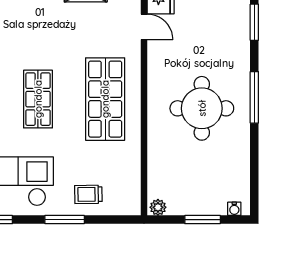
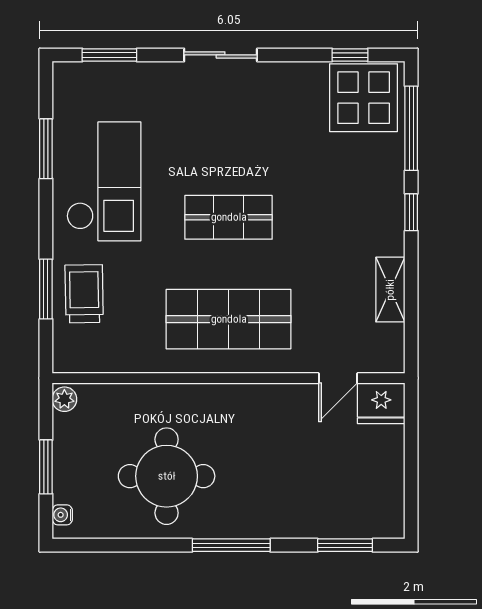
round table: (202, 108) -> (167, 476), moved
trolley: (88, 194) -> (84, 294), width x1.36, depth x1.39
window: (65, 220) -> (46, 289), moved

